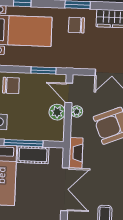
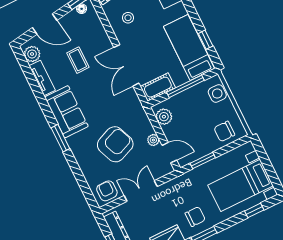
plant: (57, 112) -> (164, 117), moved
fireplace: (76, 153) -> (134, 103), removed
cot: (33, 155) -> (158, 87), moved

